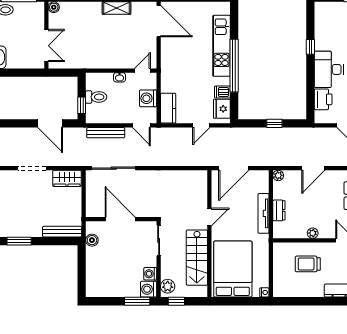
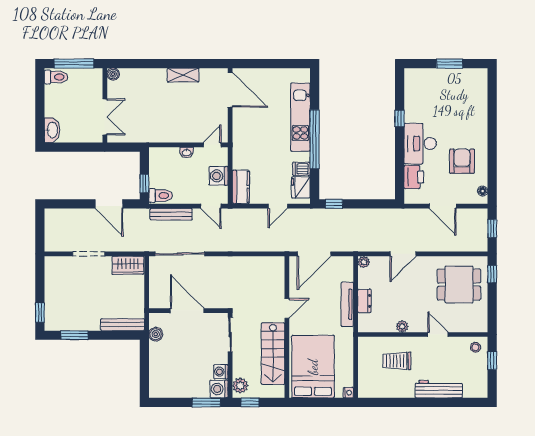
toilet: (96, 97) -> (161, 196), moved
window: (274, 123) -> (334, 204), moved

